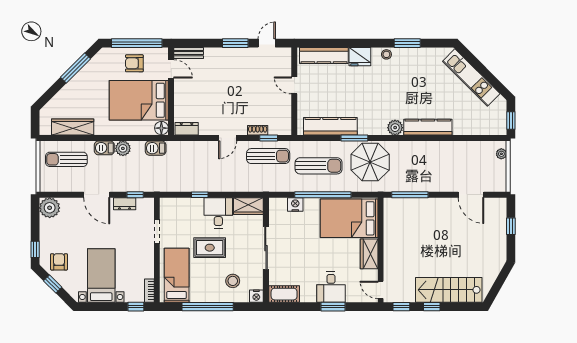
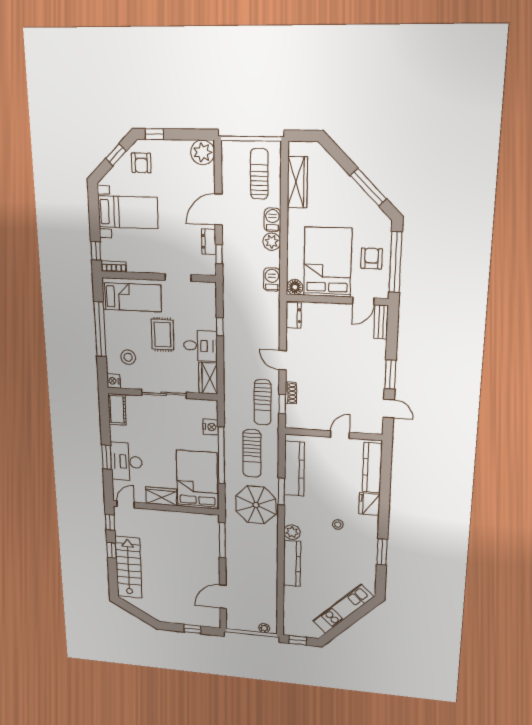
stool: (386, 54) -> (338, 525), moved
armchair: (59, 262) -> (141, 163), turned 90
desk: (331, 287) -> (126, 462), width x1.37

